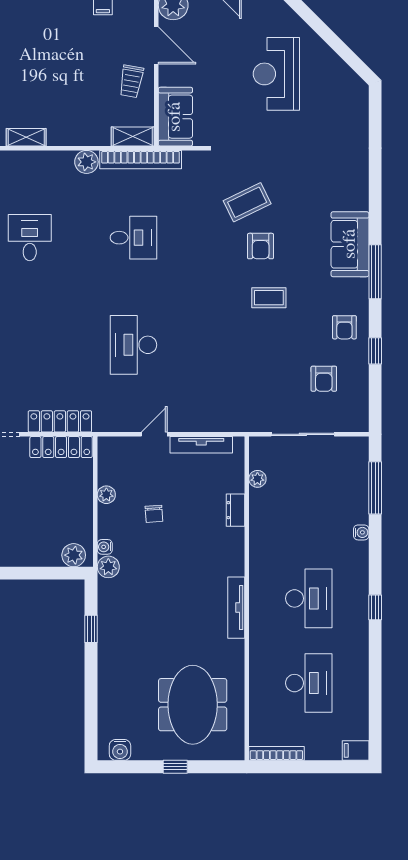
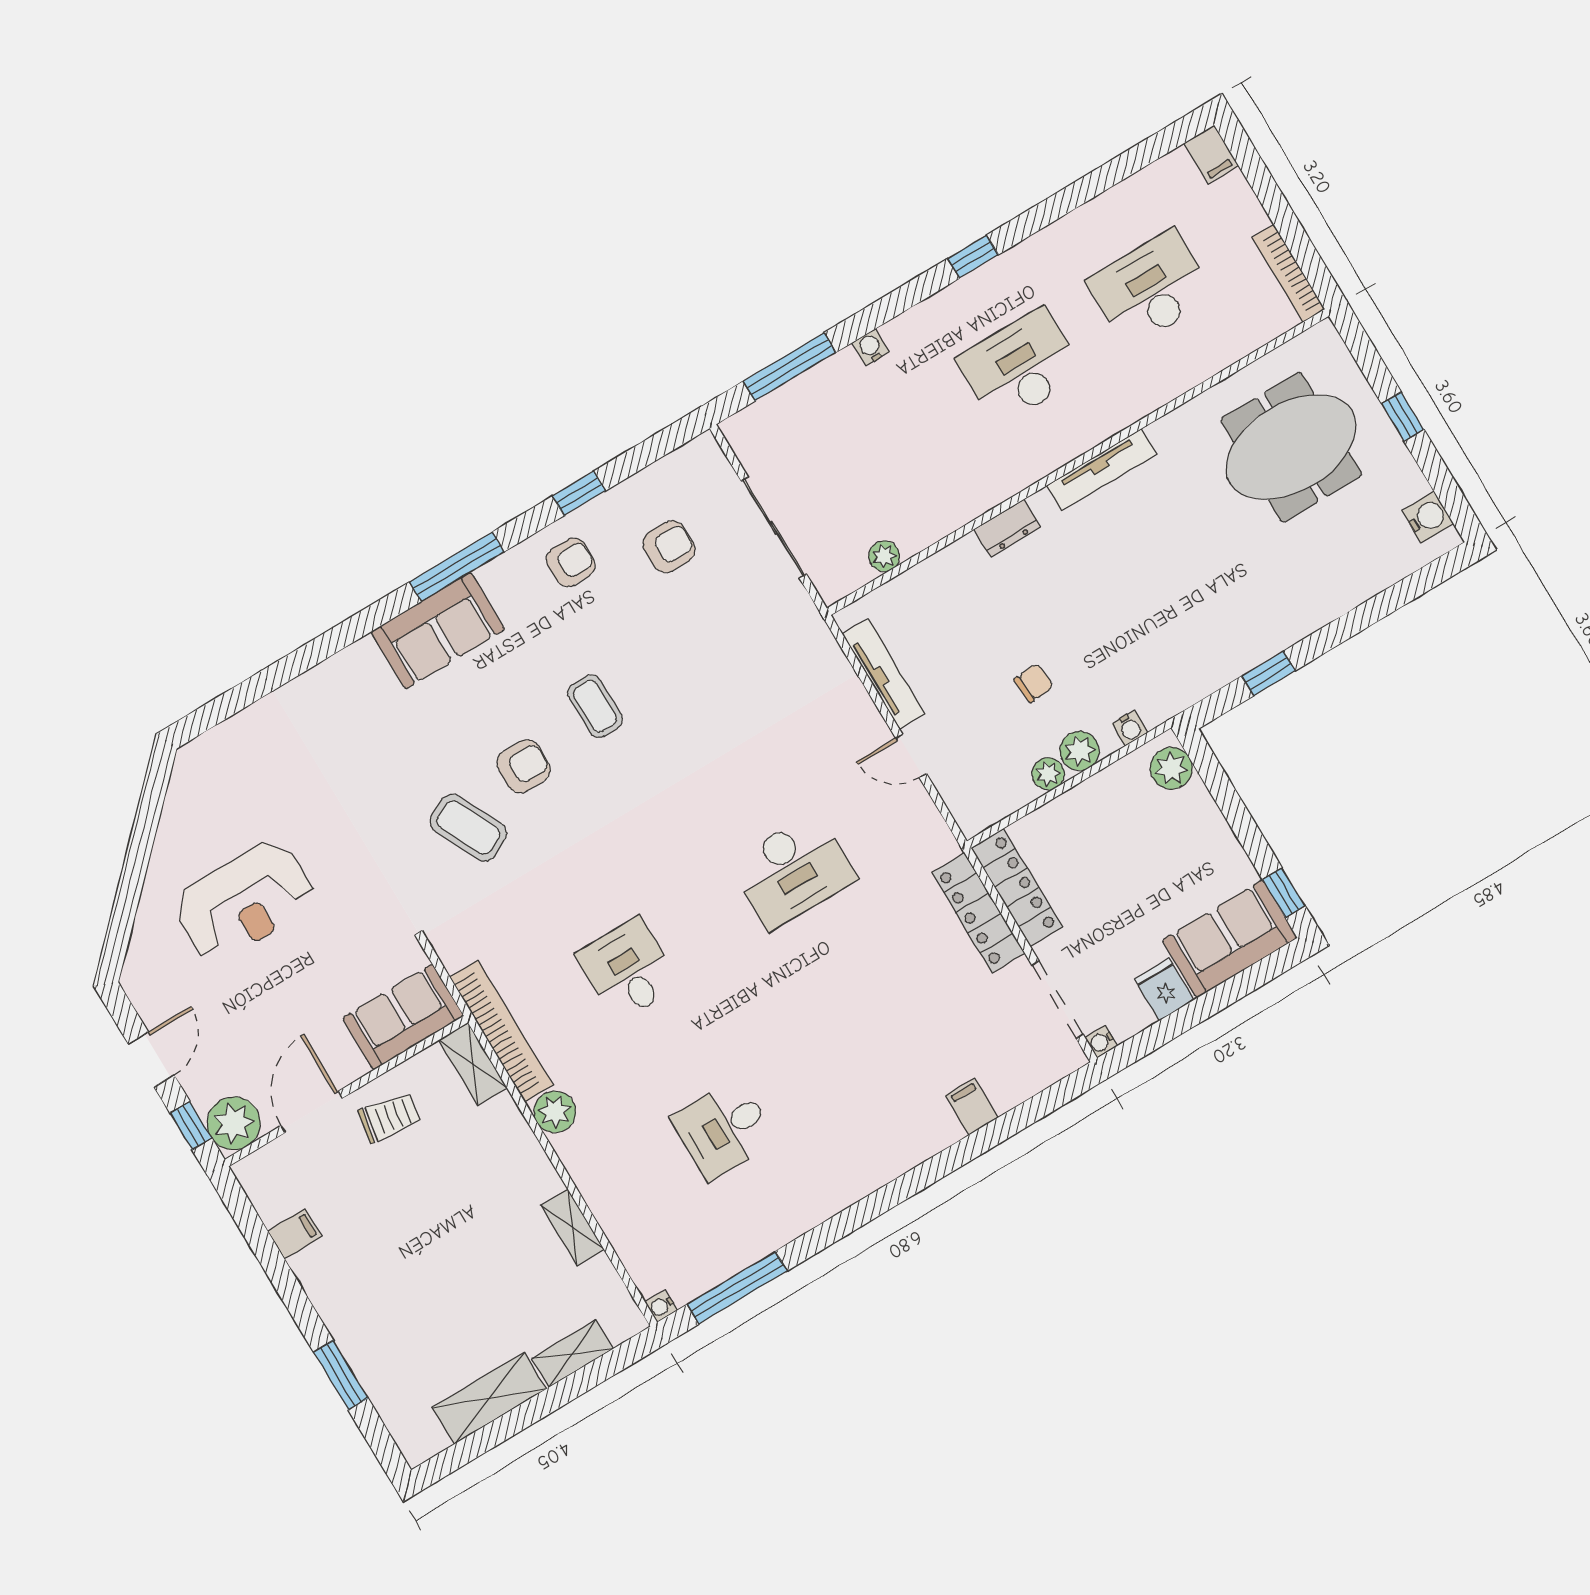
dresser: (236, 510) -> (1007, 528), moved
plant: (108, 567) -> (1080, 751), moved

